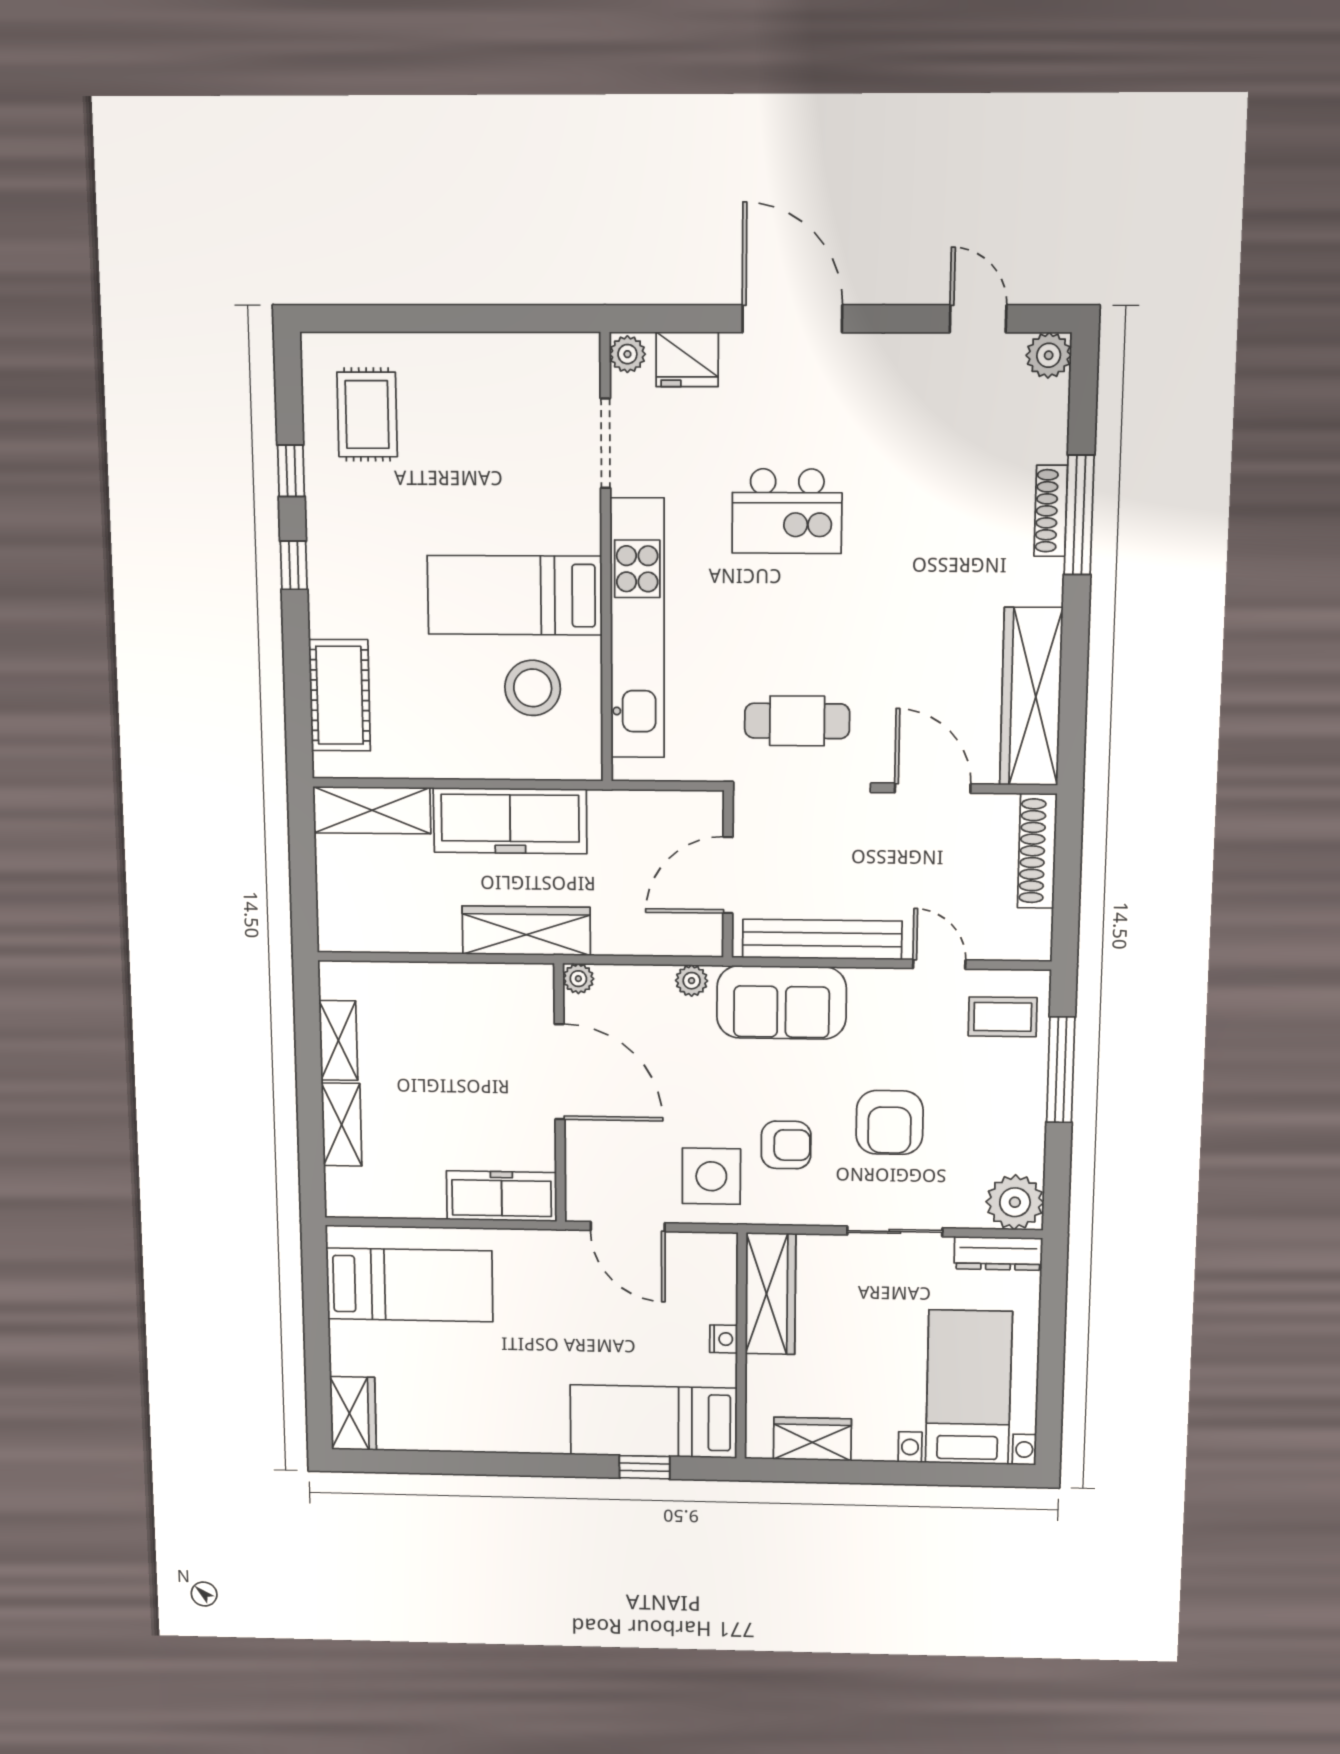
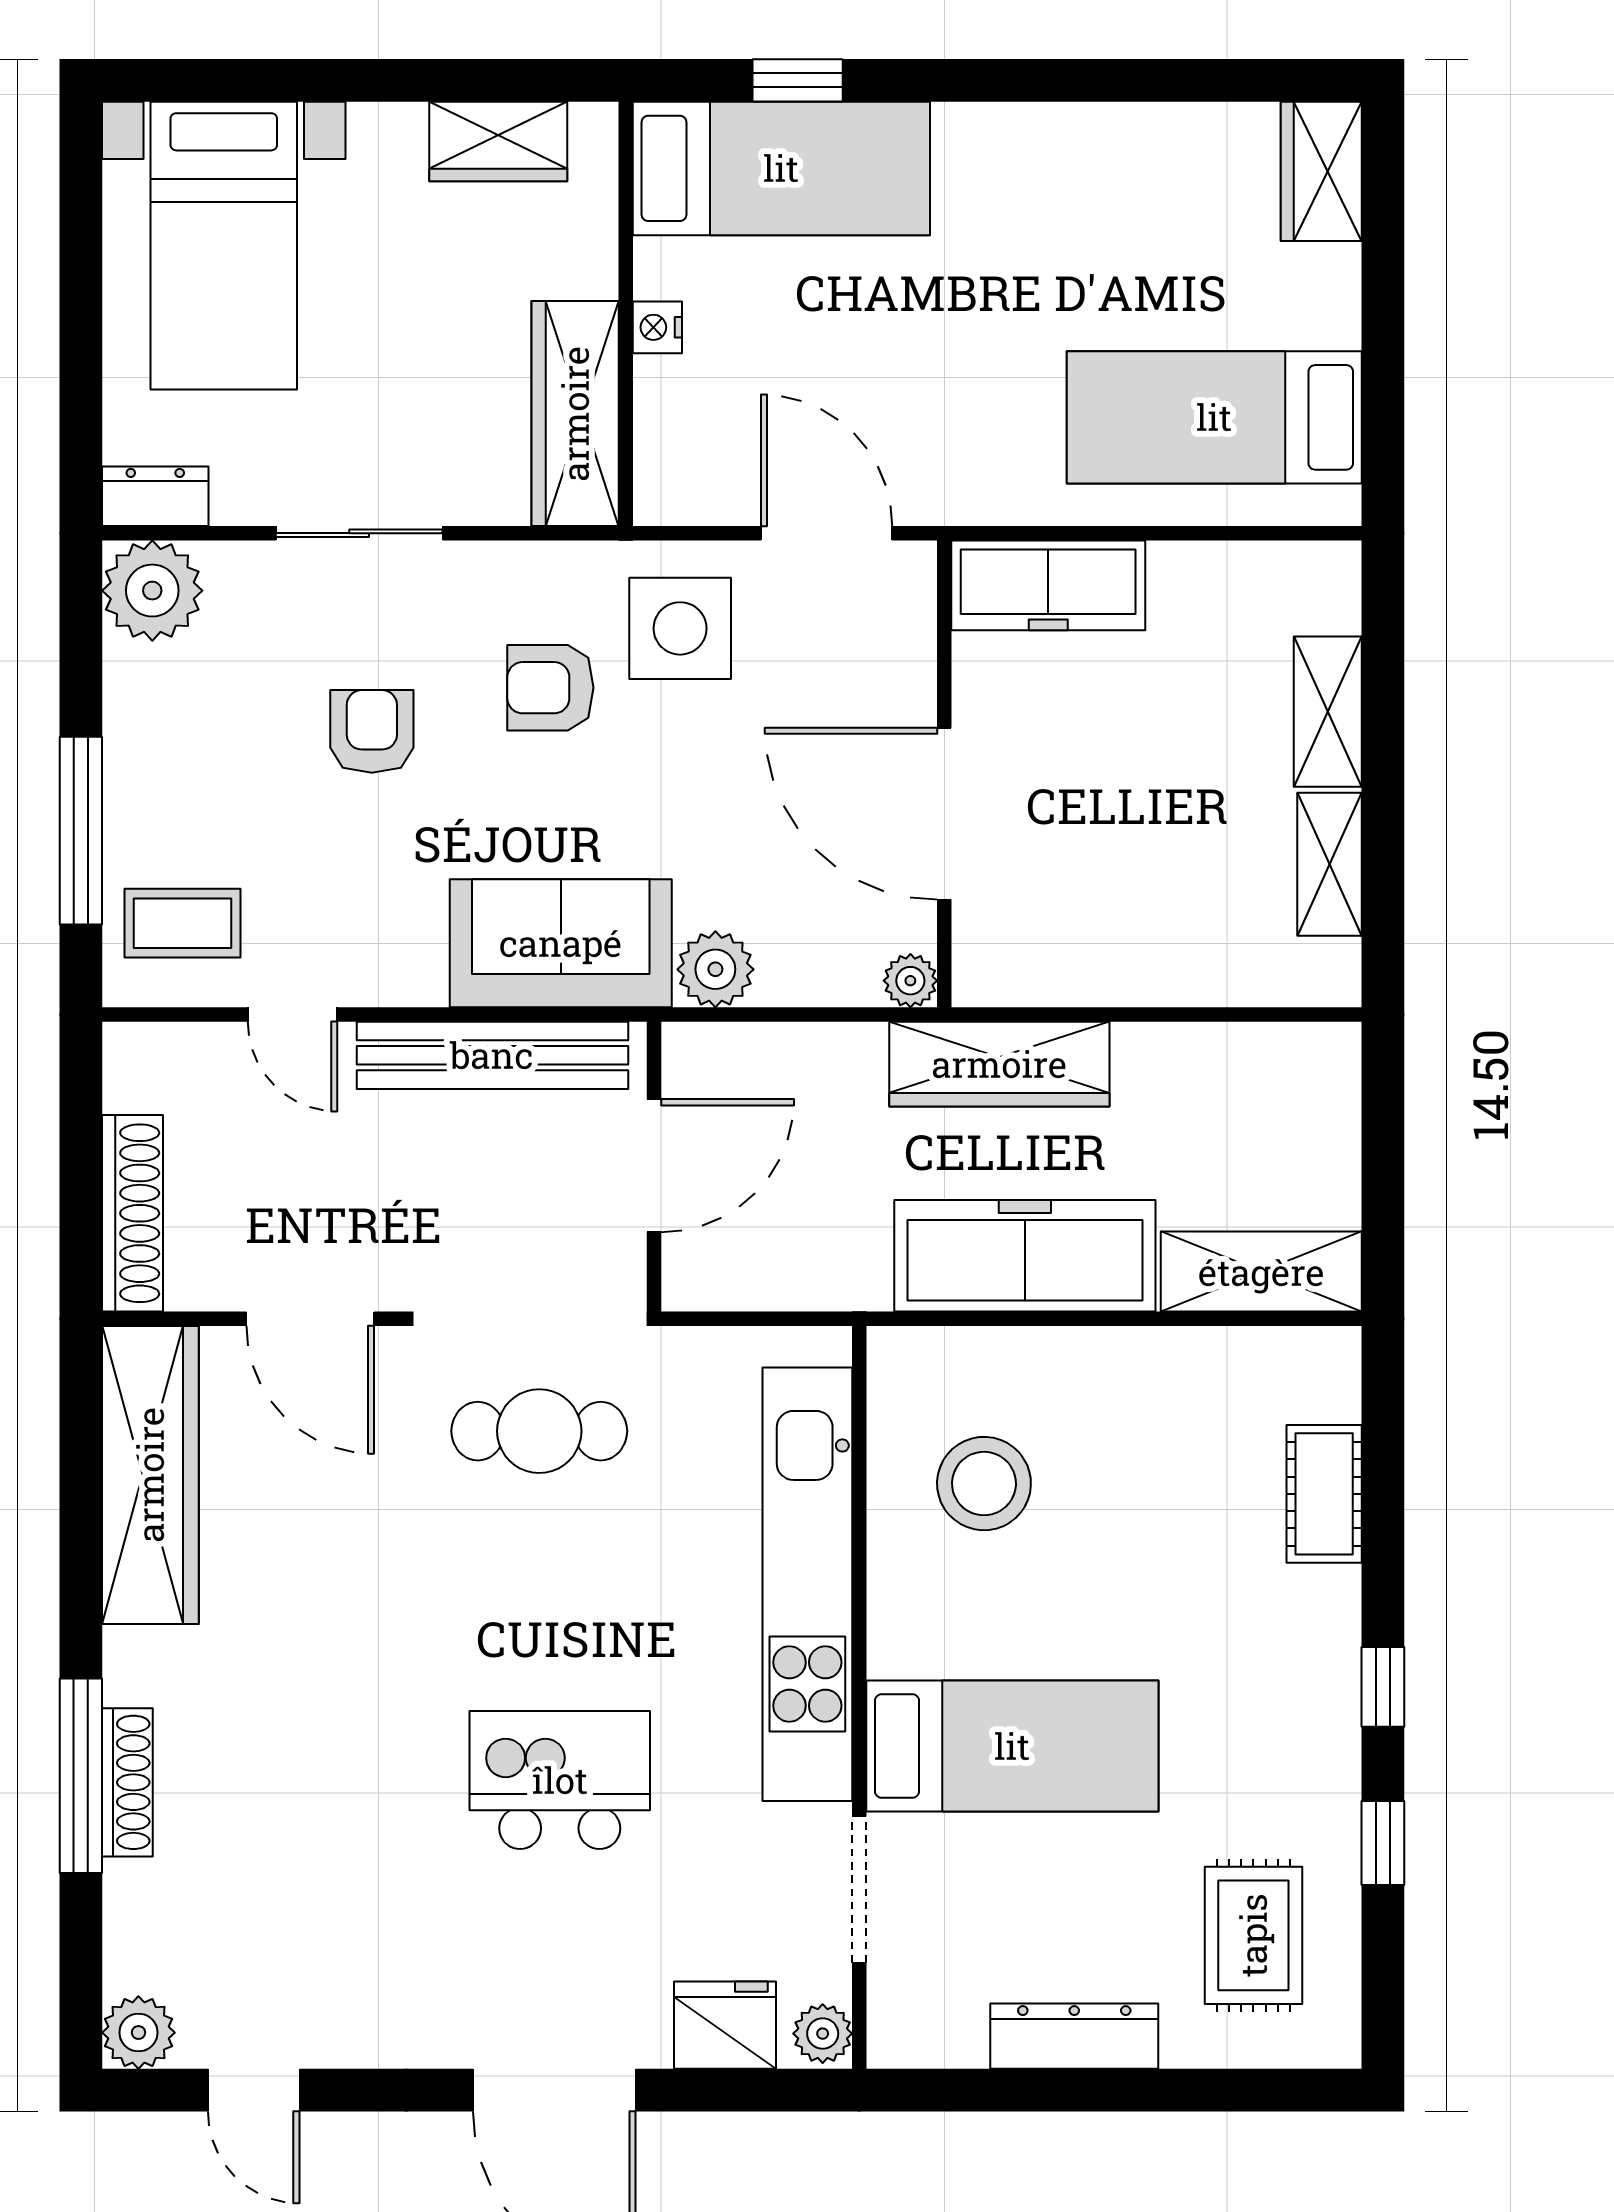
dresser: (474, 352) -> (1074, 2036), added
bed: (515, 595) -> (1012, 1746), moved
cot: (340, 695) -> (1324, 1494), width x0.73, depth x0.75
plant: (692, 981) -> (715, 969), width x1.38, depth x1.38
armchair: (890, 1122) -> (372, 731), width x0.72, depth x0.72
dresser: (998, 1253) -> (155, 496), width x0.70

